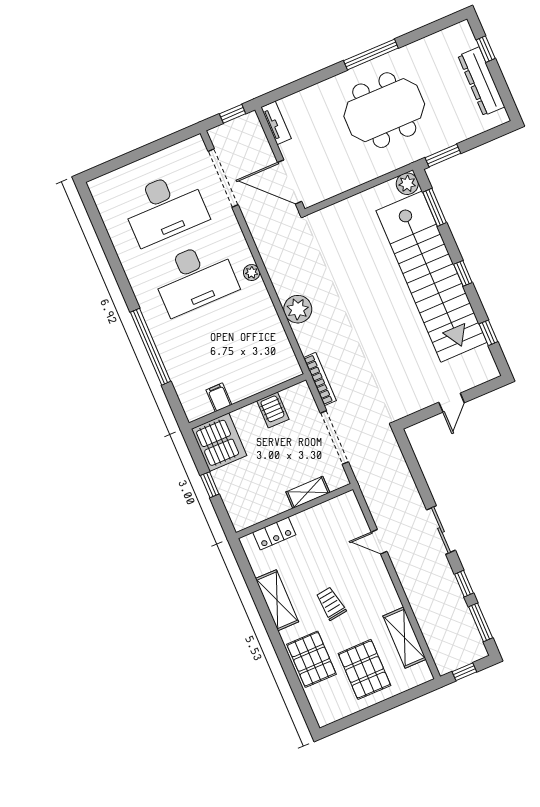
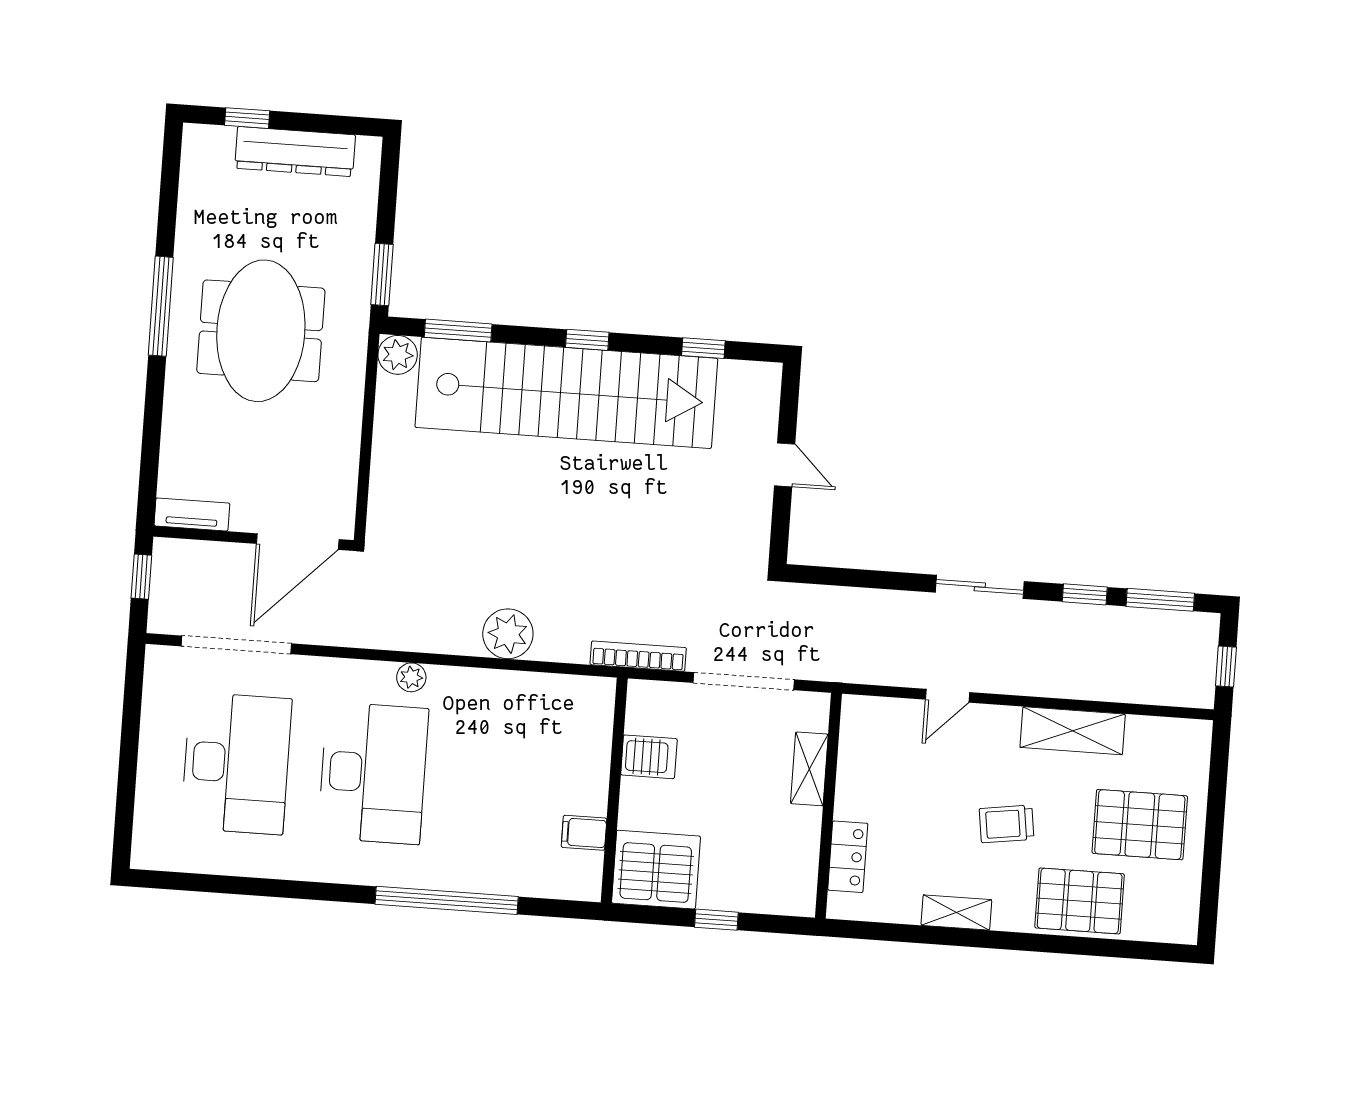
shelving: (277, 600) -> (956, 912), width x0.67, depth x0.75
shelving: (404, 638) -> (1073, 731), moved

